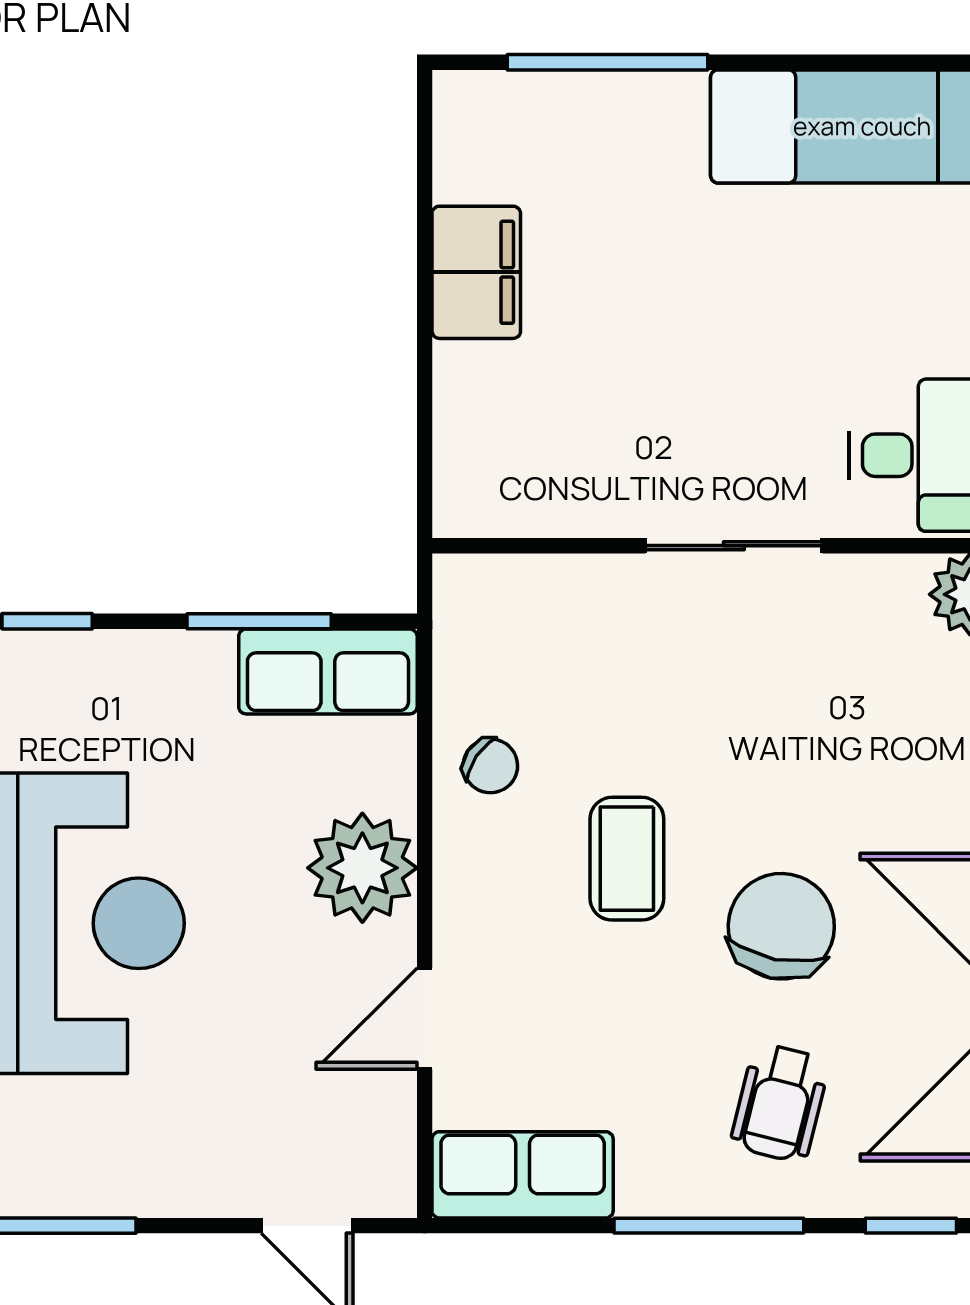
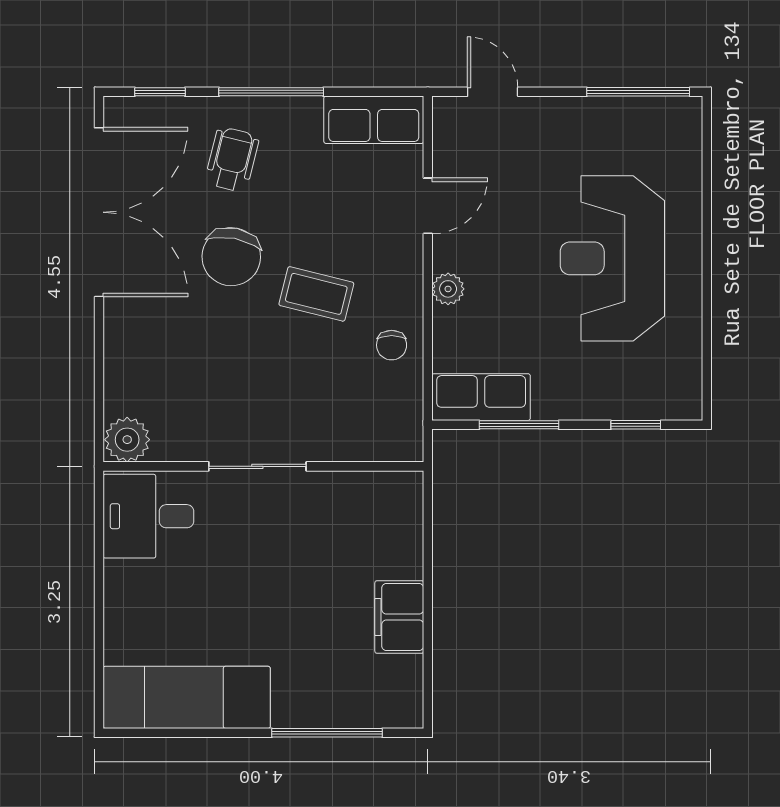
chair: (490, 766) -> (392, 345), turned -124
coffee table: (627, 859) -> (316, 294), turned -76
plant: (362, 868) -> (448, 289), width x0.53, depth x0.53

